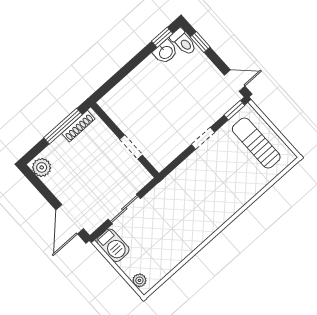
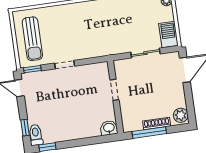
washbasin: (165, 52) -> (109, 128), moved
shoe rack: (78, 126) -> (157, 124), moved

